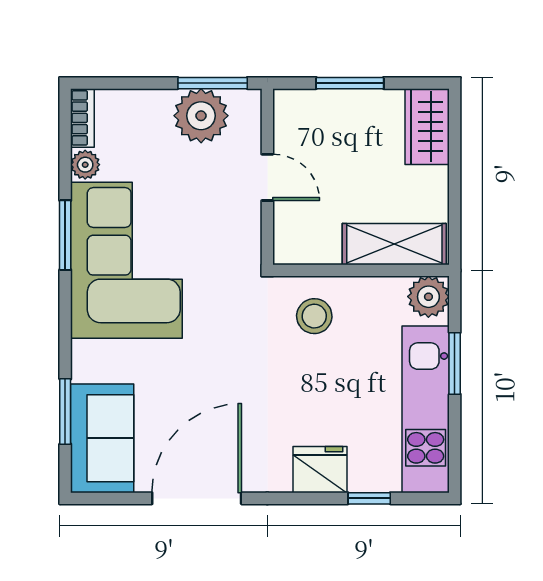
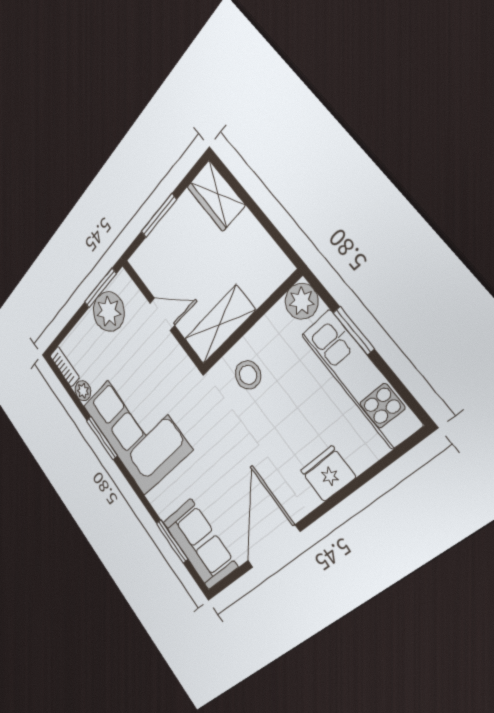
shelving: (394, 244) -> (219, 325), moved
window: (369, 498) -> (374, 470), removed

